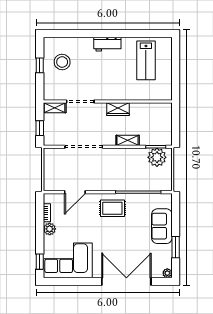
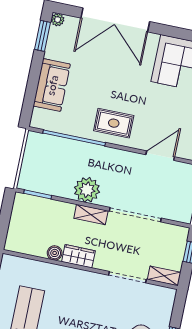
boiler: (135, 108) -> (55, 253), added
shelving: (128, 140) -> (91, 215), moved
plant: (157, 157) -> (87, 190), moved
window: (176, 247) -> (42, 36), moved

